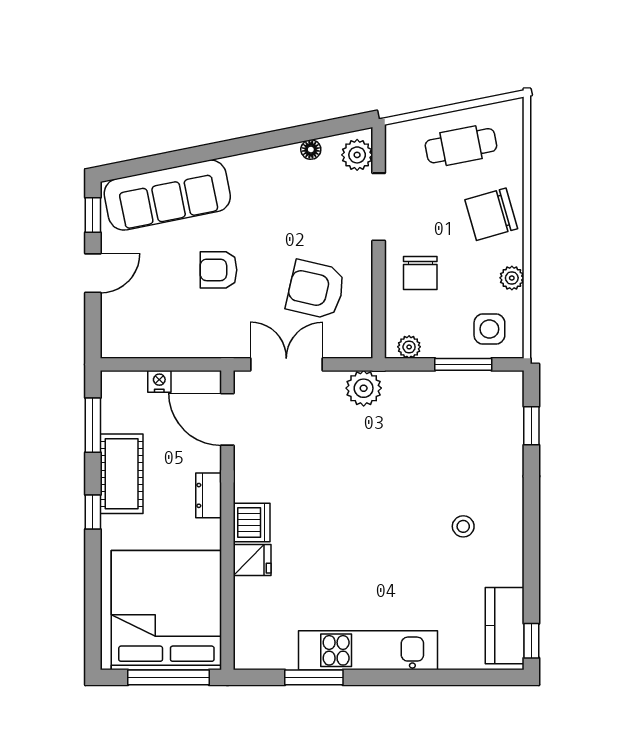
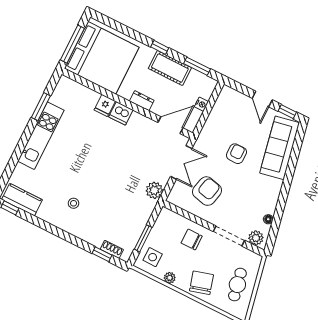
plant: (409, 347) -> (162, 219), removed
shoe rack: (513, 412) -> (112, 249), added

